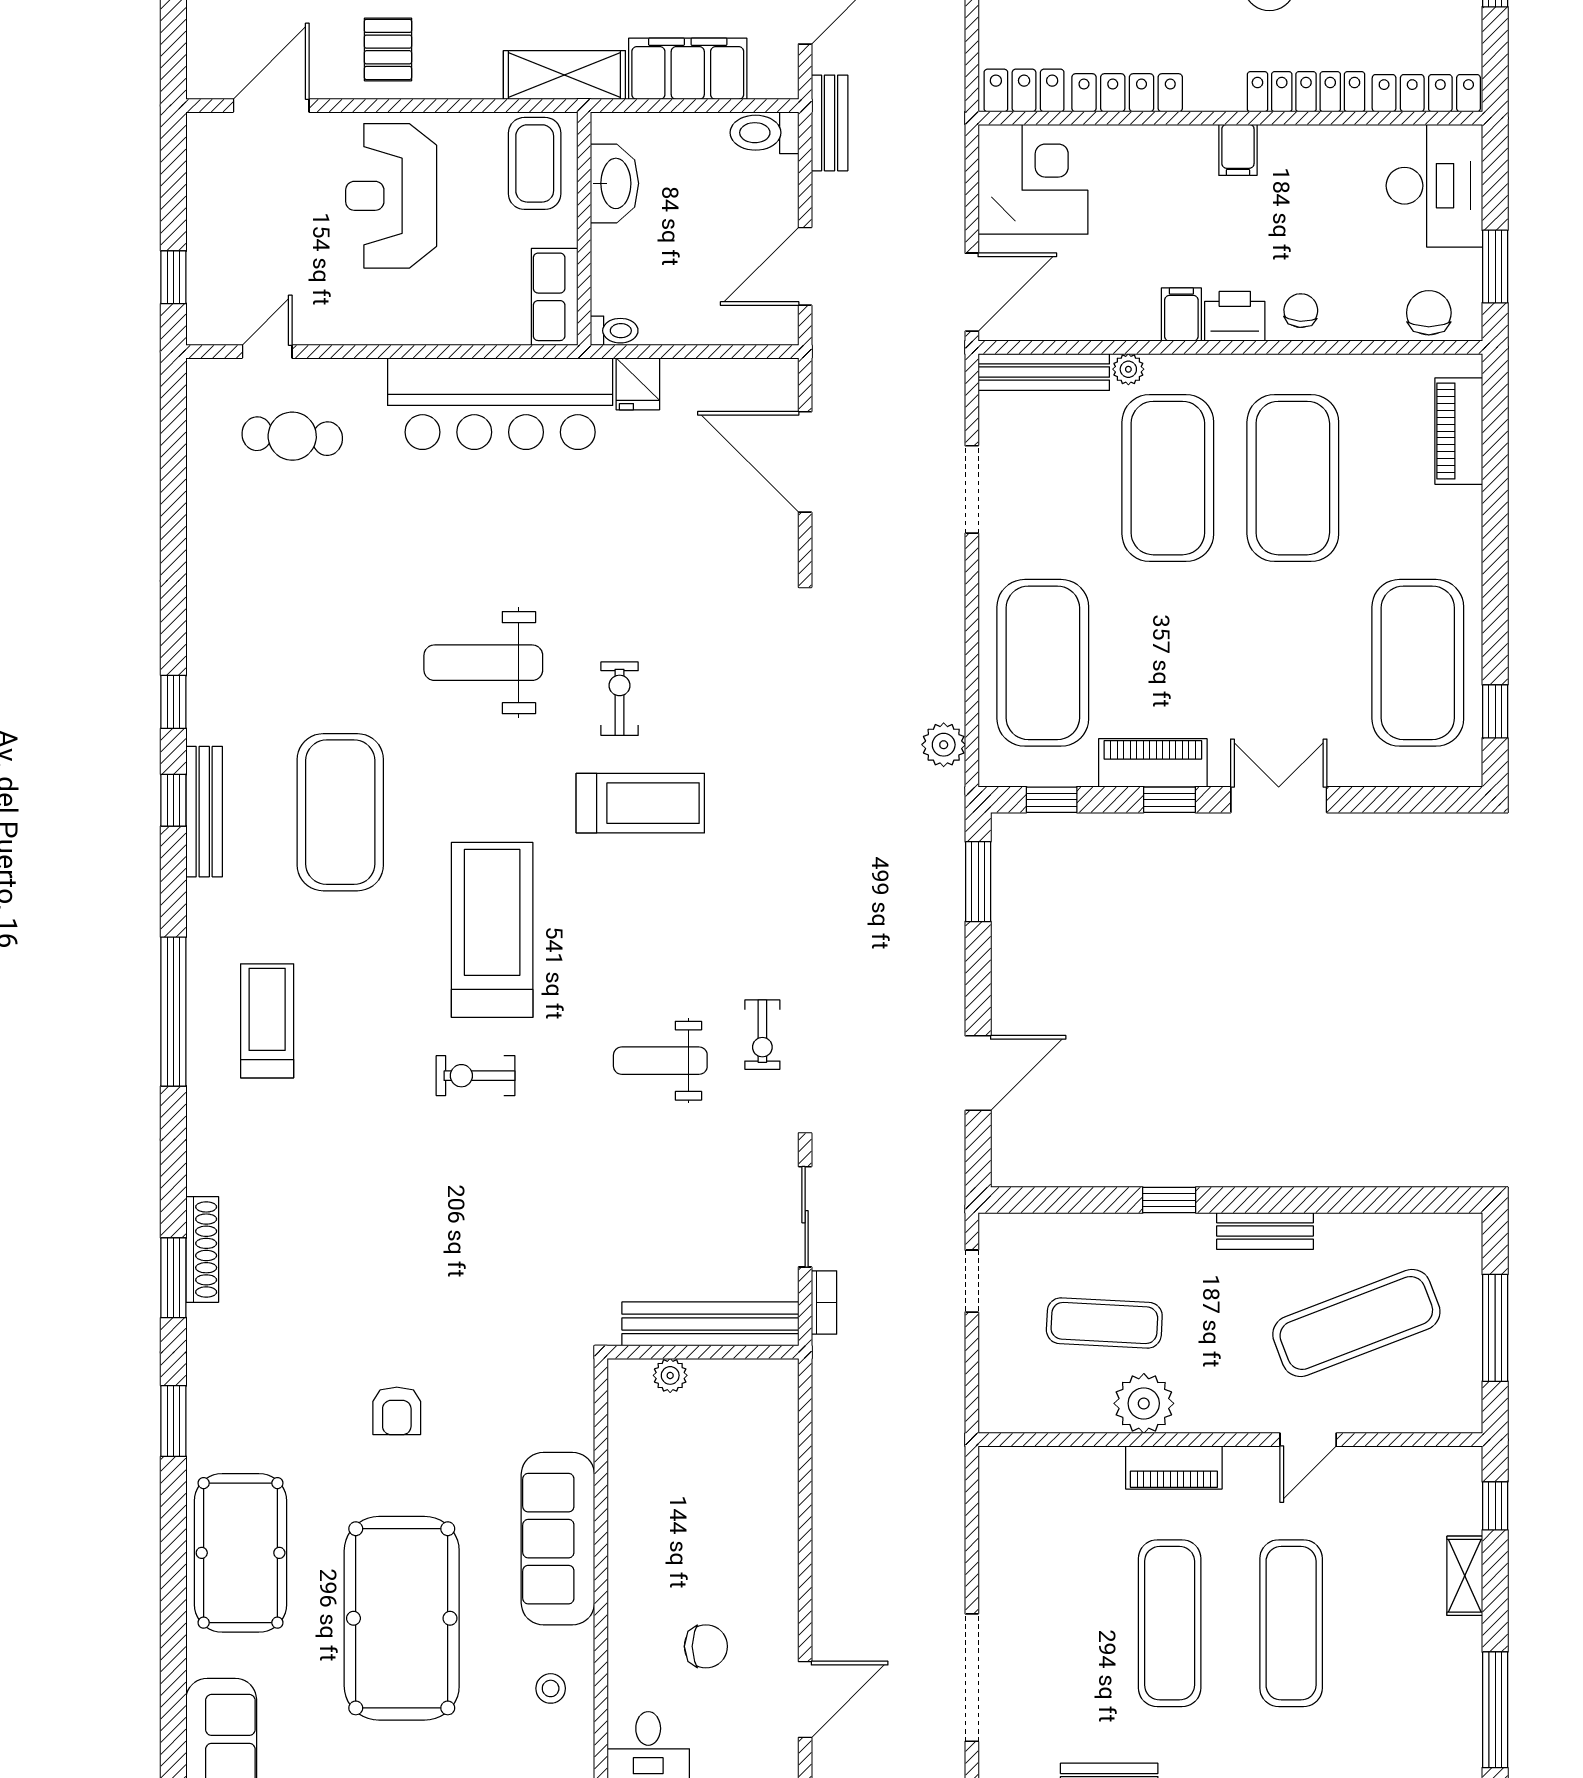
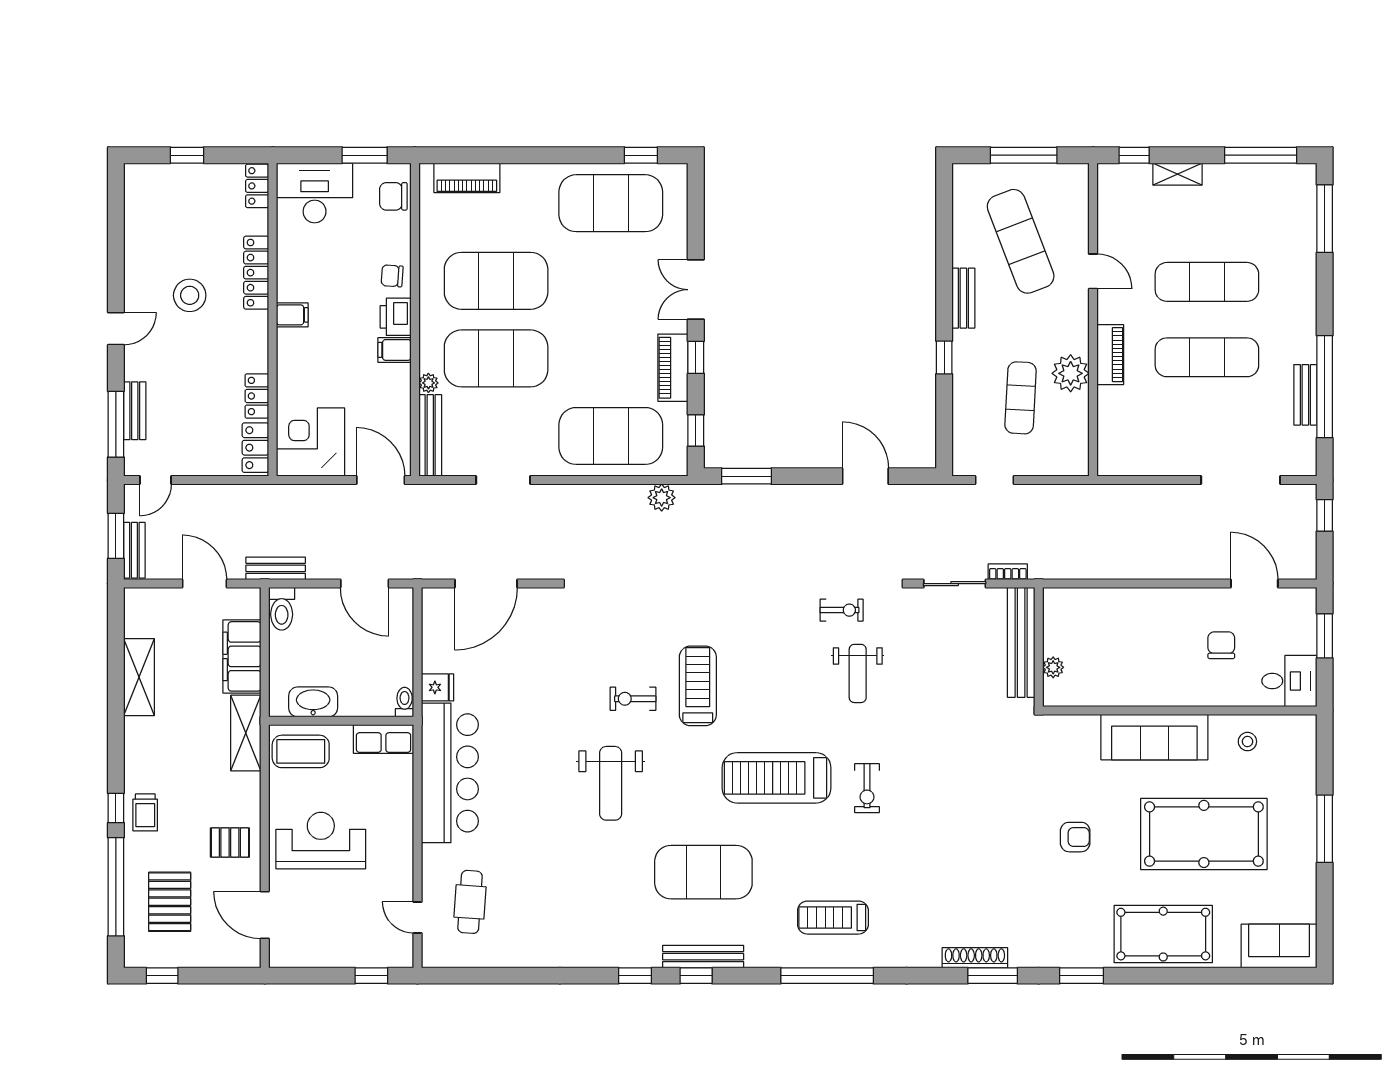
locker: (1127, 93) -> (257, 396), width x0.66
locker: (1426, 93) -> (257, 186), width x0.66
reception desk: (391, 196) -> (321, 841), turned 180

